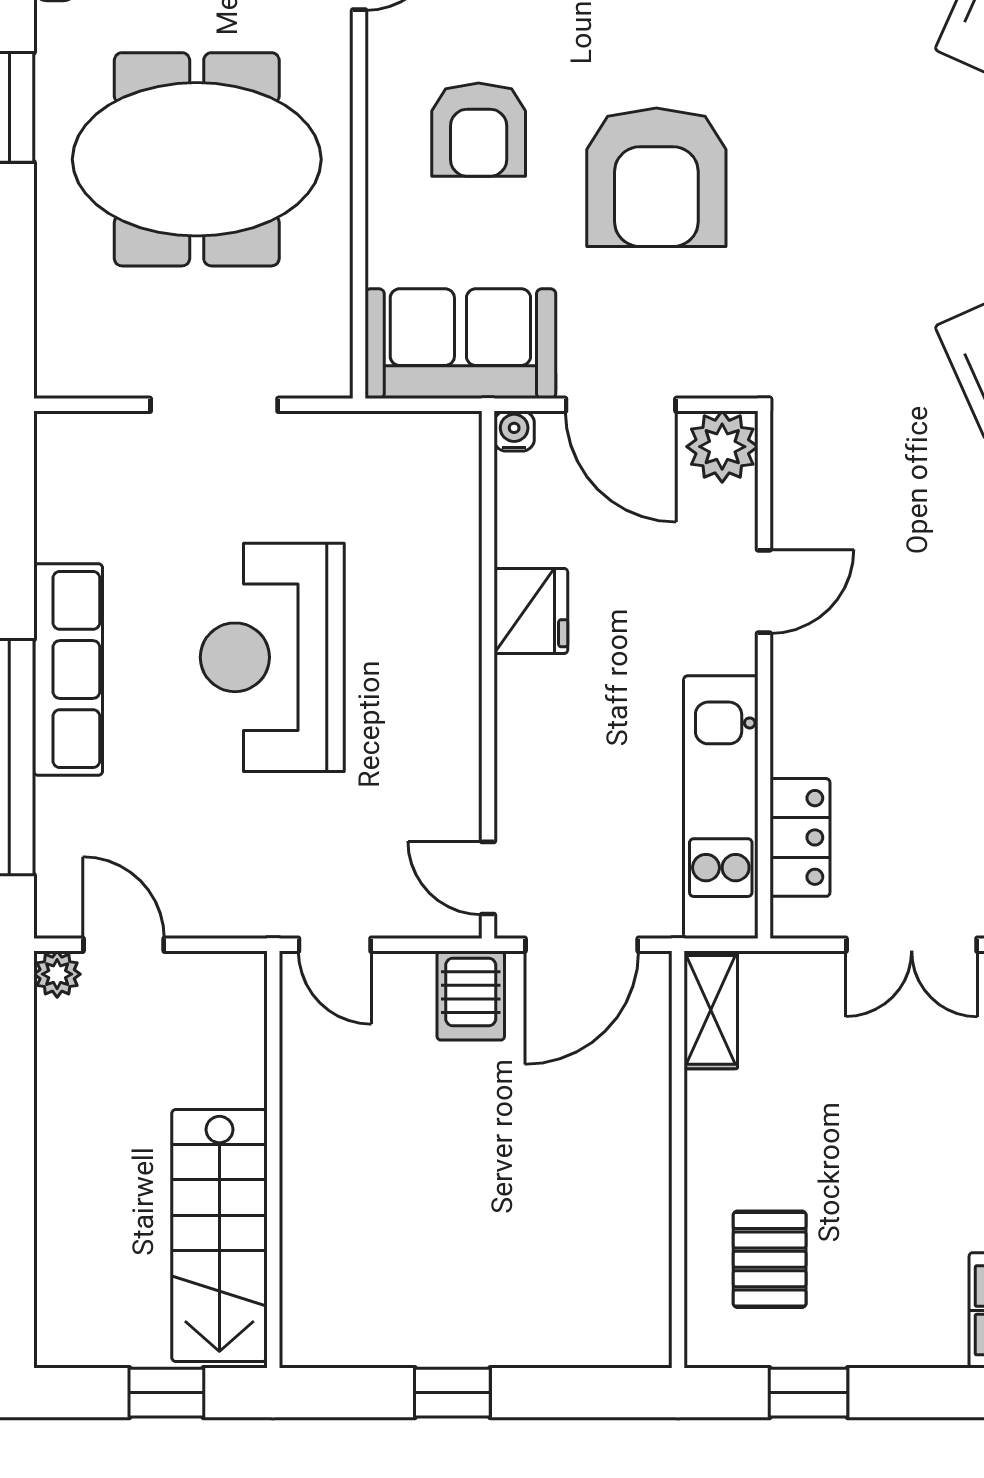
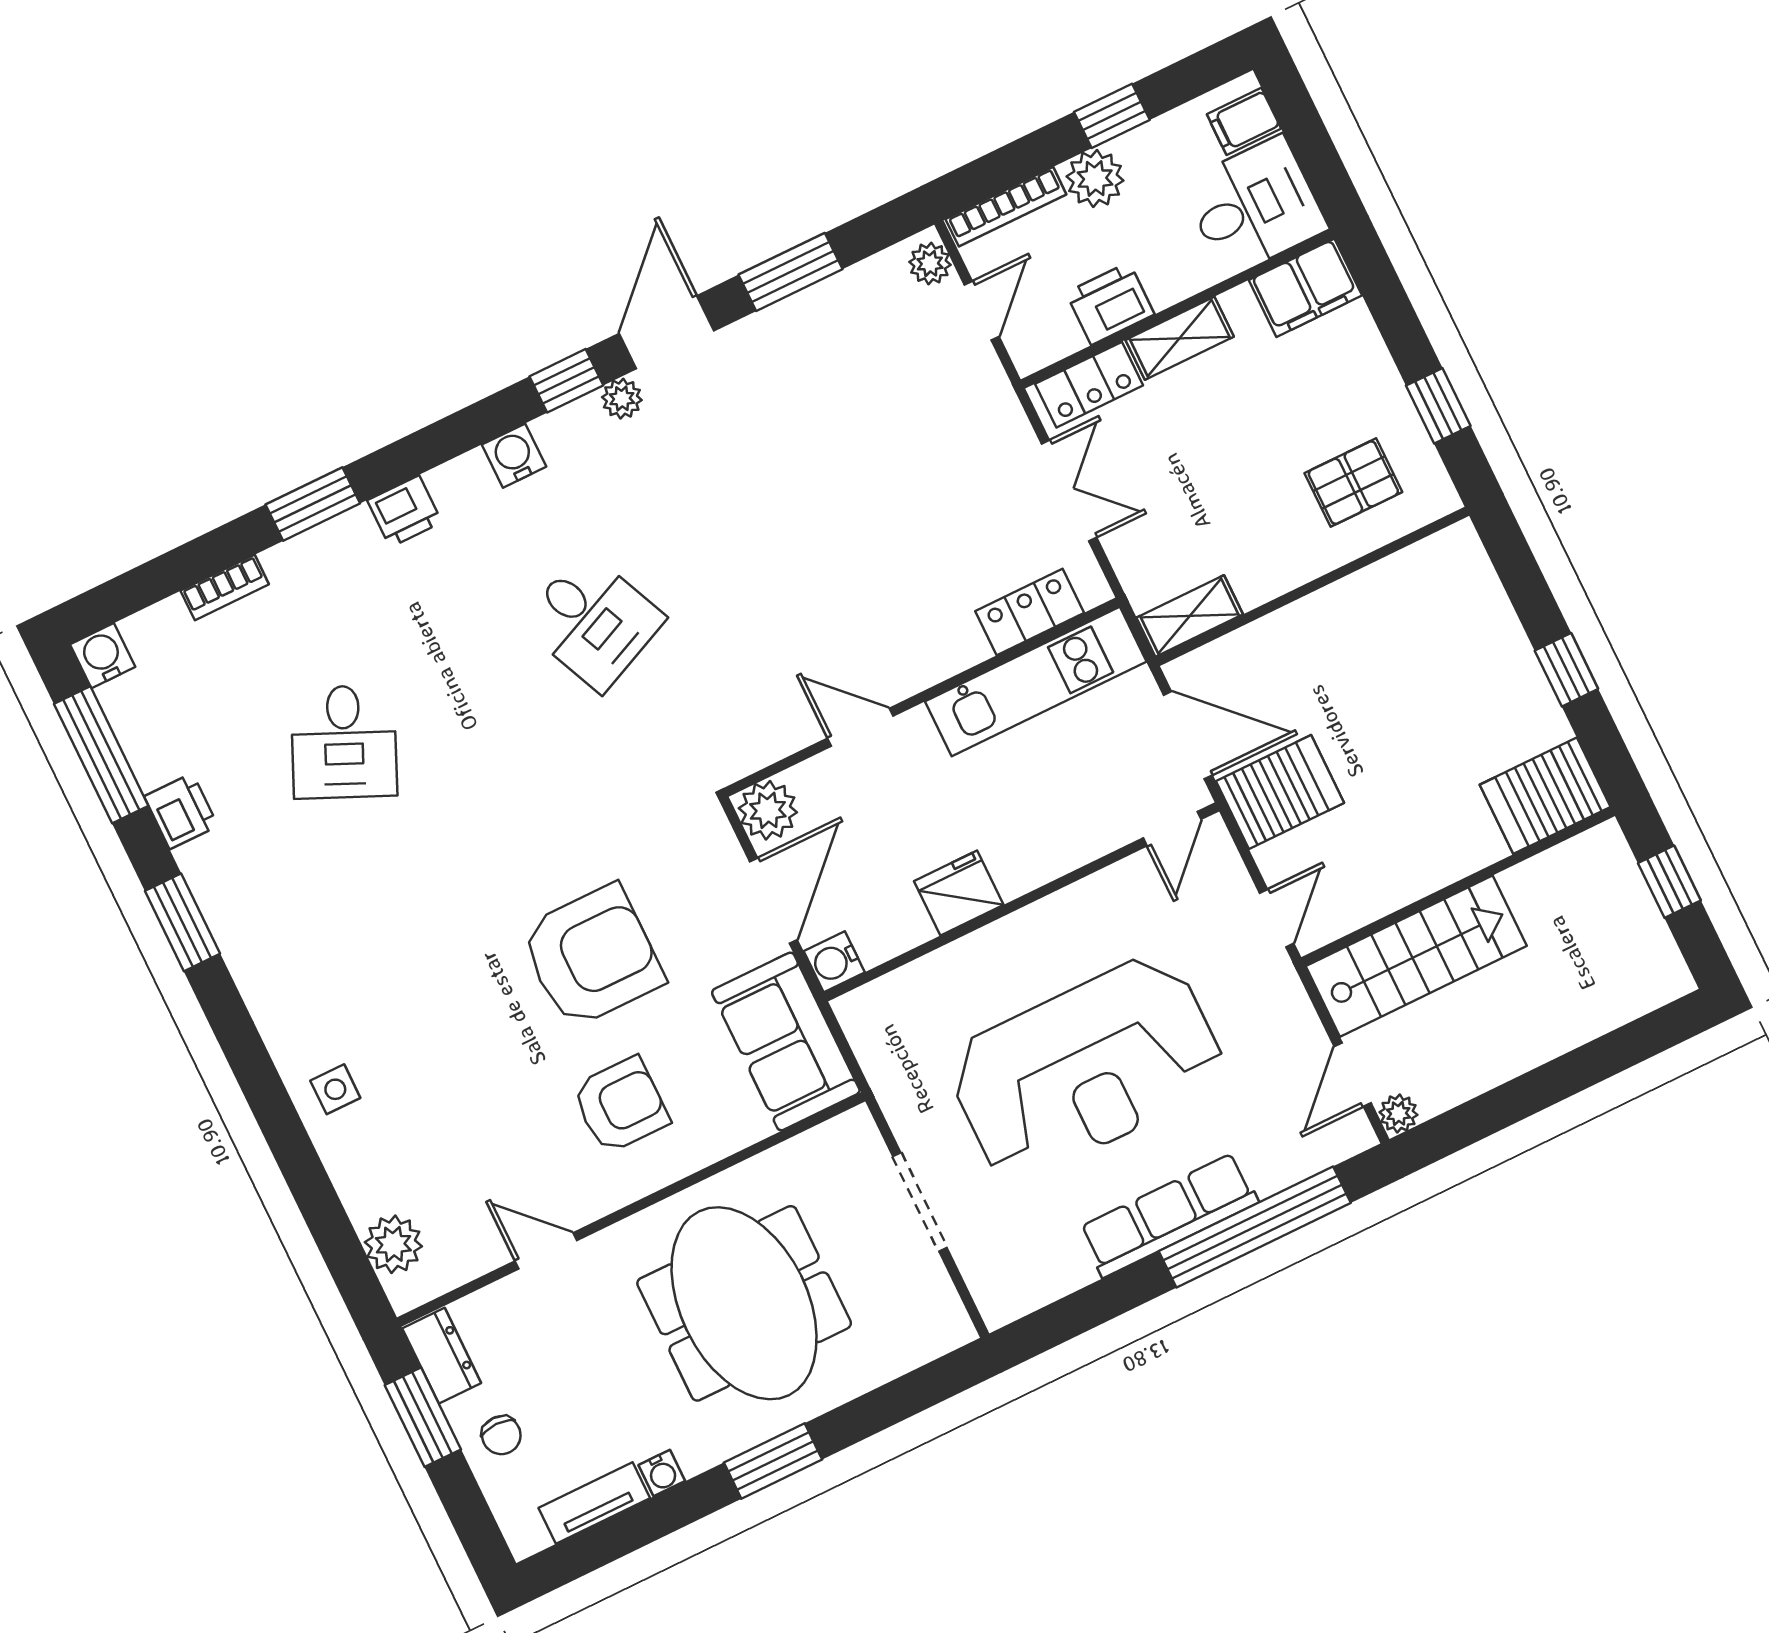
water cooler: (514, 431) -> (834, 962), width x1.38, depth x1.38
reception desk: (272, 657) -> (1086, 1068), width x1.36, depth x1.30
server rack: (471, 996) -> (1280, 792), width x1.36, depth x1.44
stairs: (219, 1235) -> (1416, 956), moved
server rack: (326, 1303) -> (1545, 796), added

